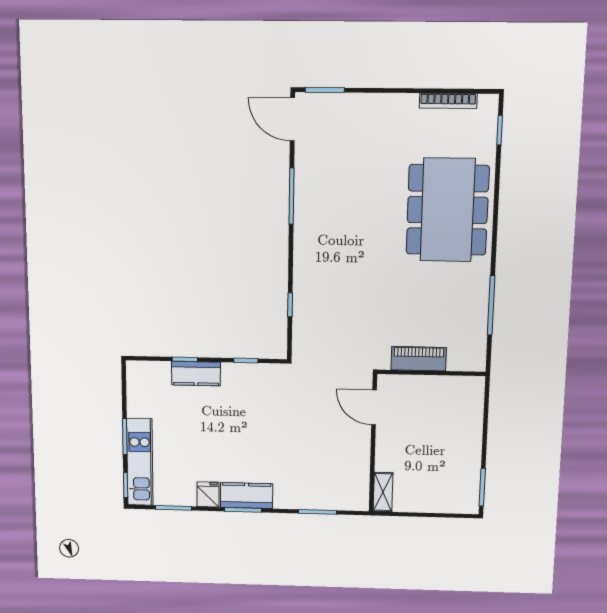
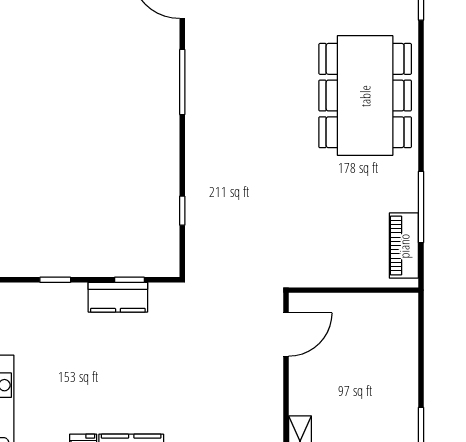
piano: (419, 359) -> (404, 246), moved, turned -90
kitchen counter: (196, 374) -> (118, 297), moved
door: (374, 407) -> (286, 334), swing flipped

